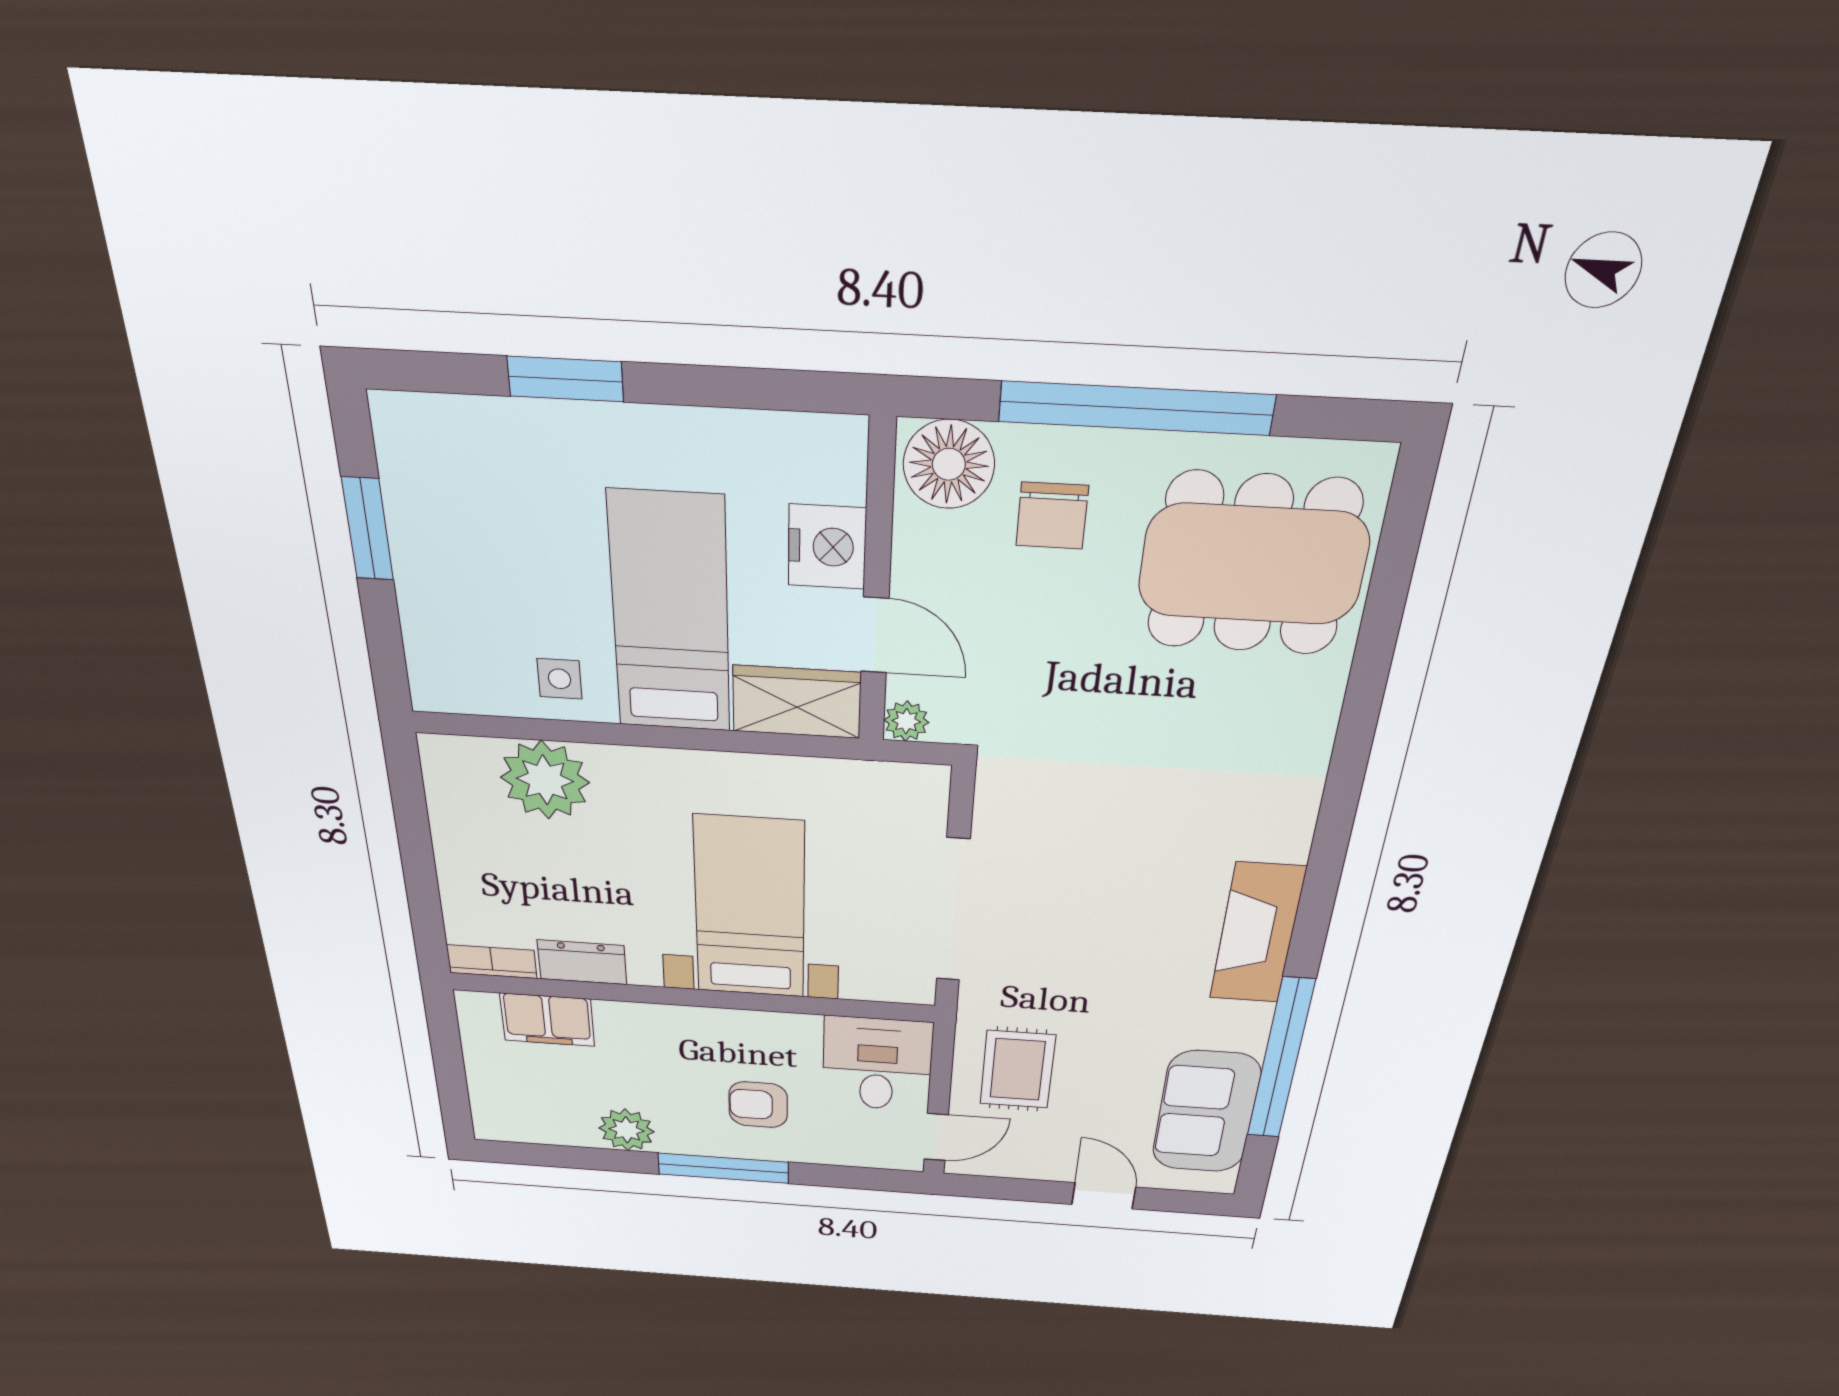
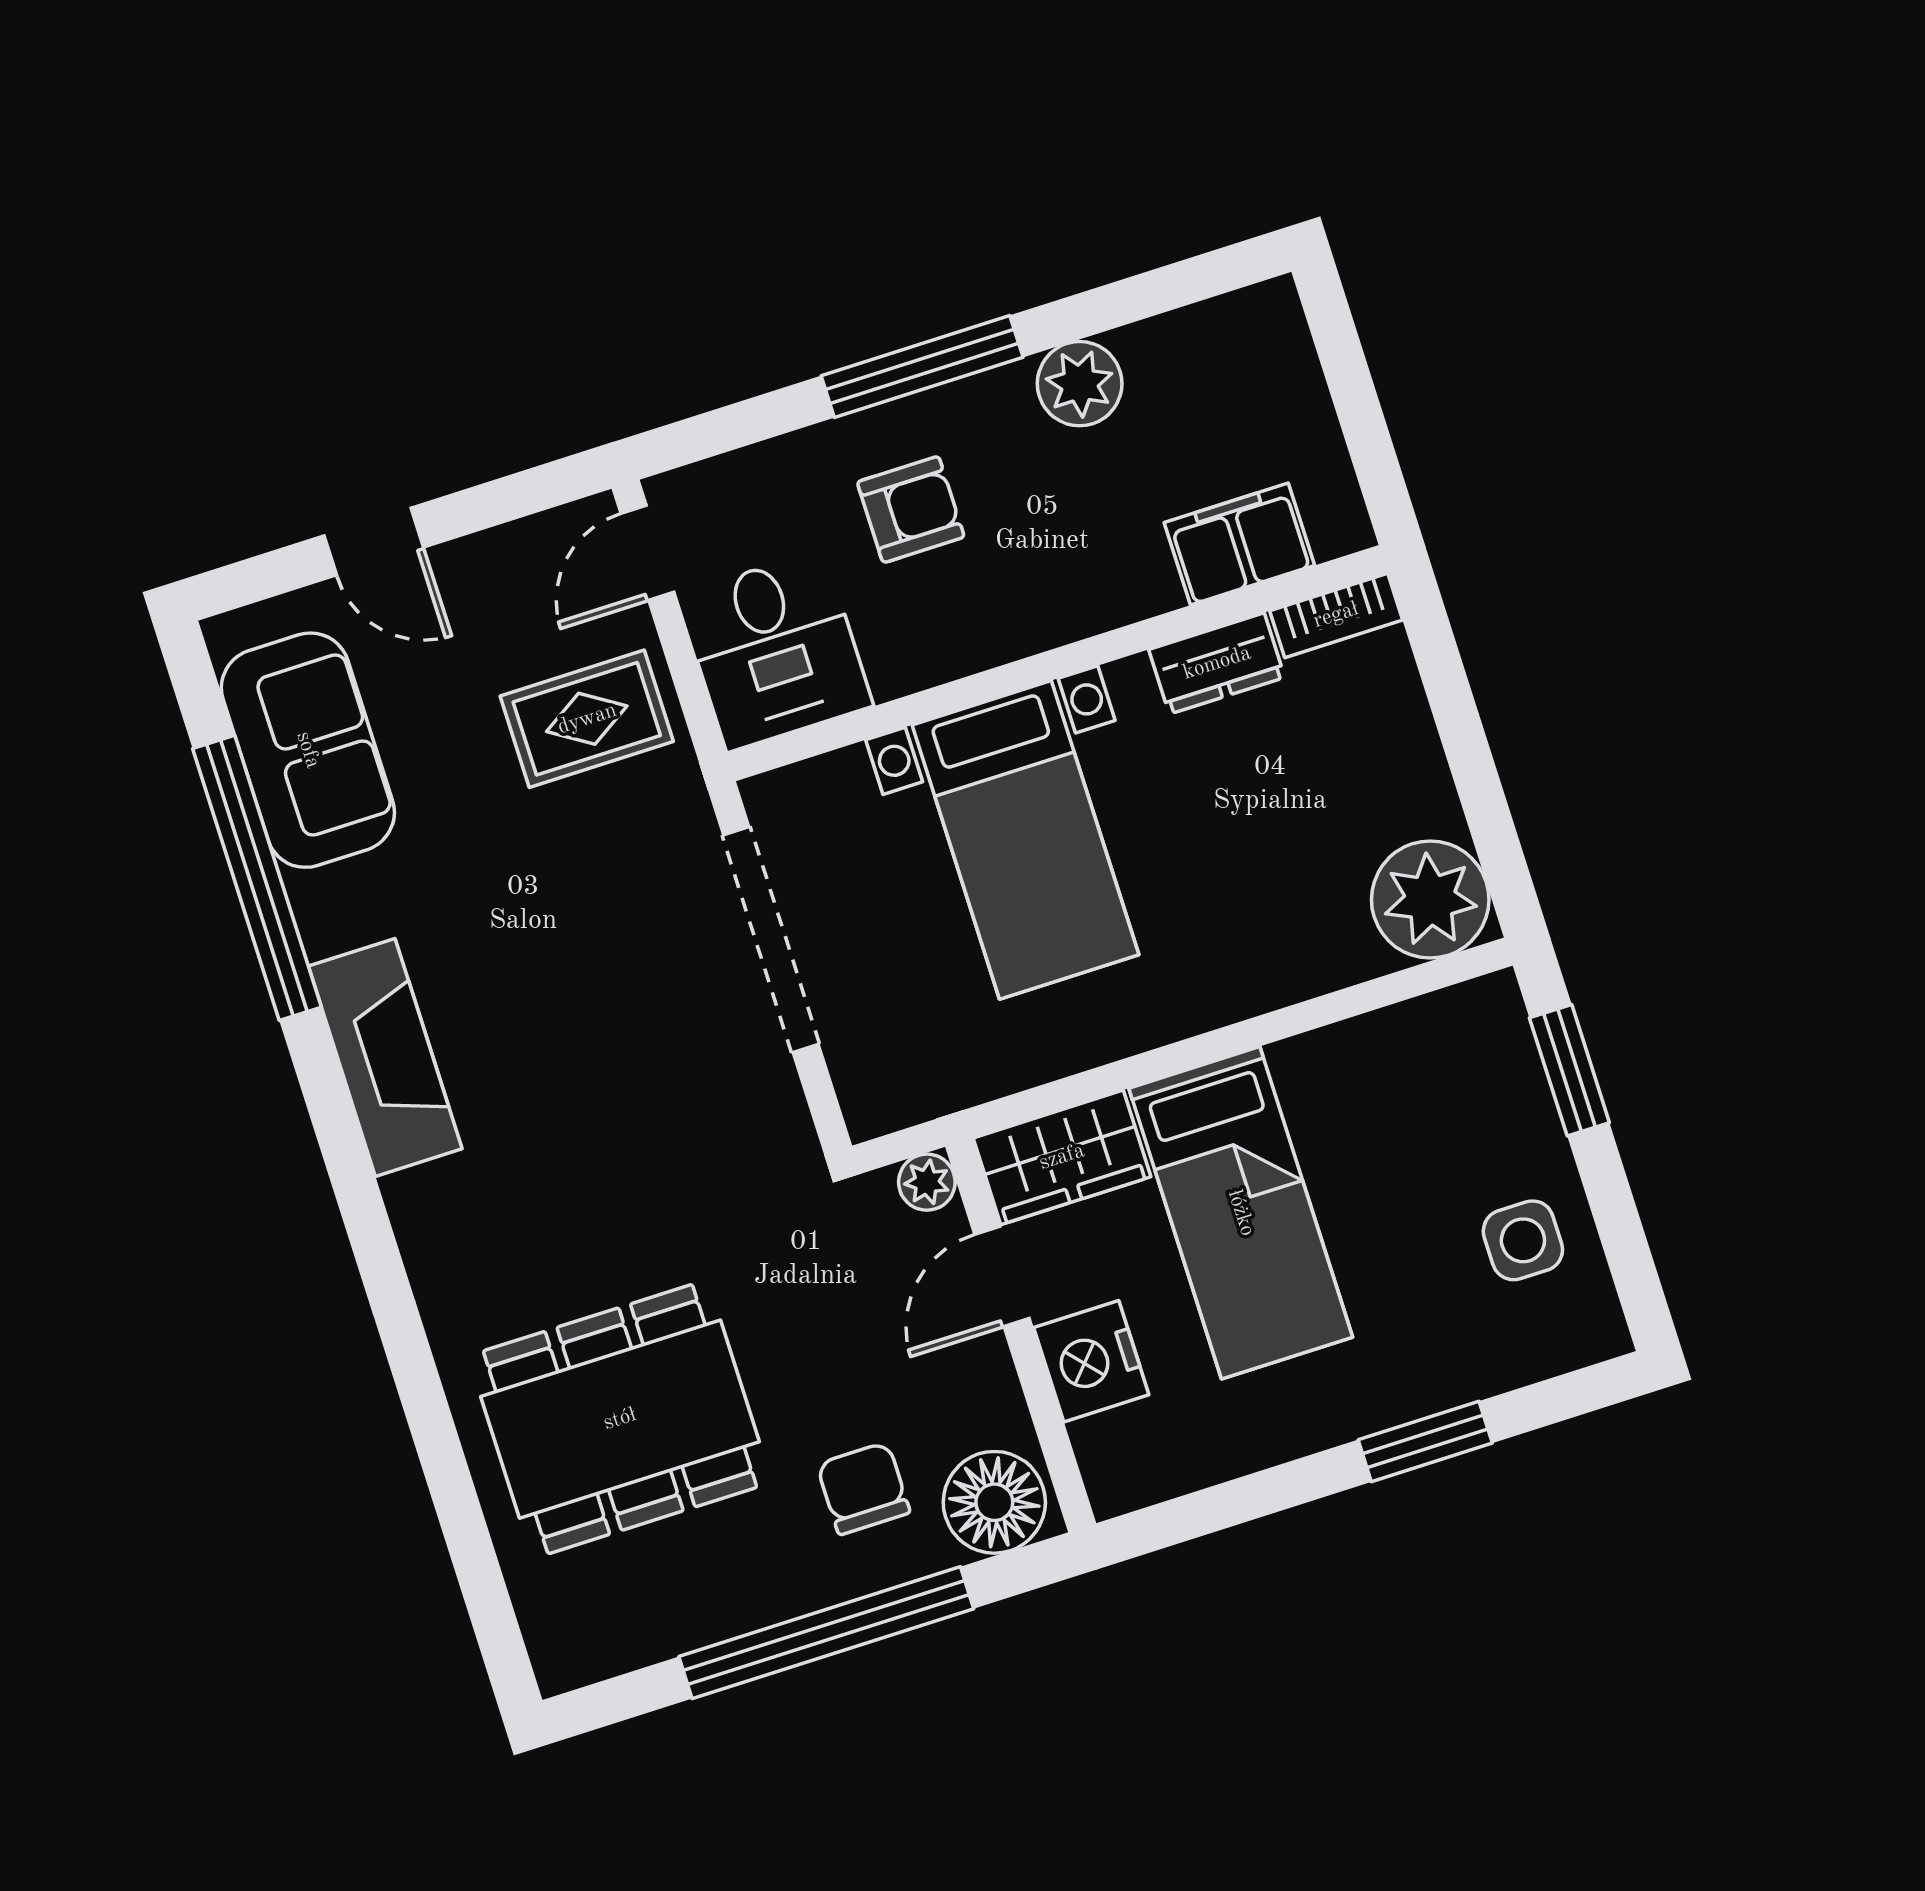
window: (368, 529) -> (1569, 1070), moved
dining table: (1253, 564) -> (620, 1419), moved
door: (875, 635) -> (1002, 1277), hinge flipped
side table: (560, 679) -> (1523, 1240), moved, width x1.37, depth x1.37
plant: (545, 780) -> (1430, 900), moved
rug: (1017, 1070) -> (587, 719), turned 90

